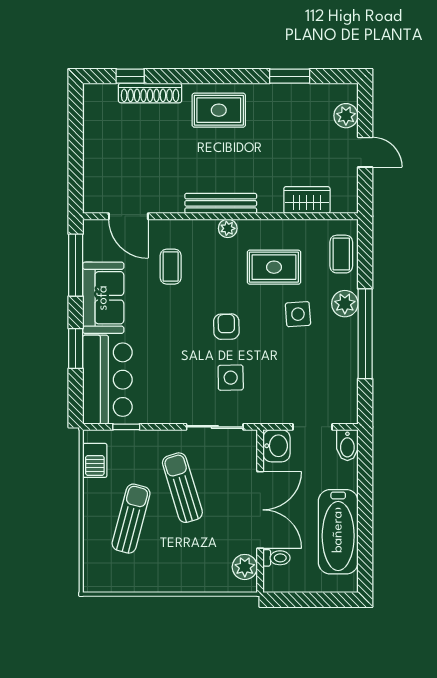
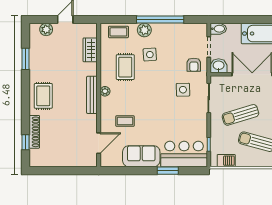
window: (76, 265) -> (124, 171), removed
armchair: (226, 327) -> (194, 65), moved, turned -89

